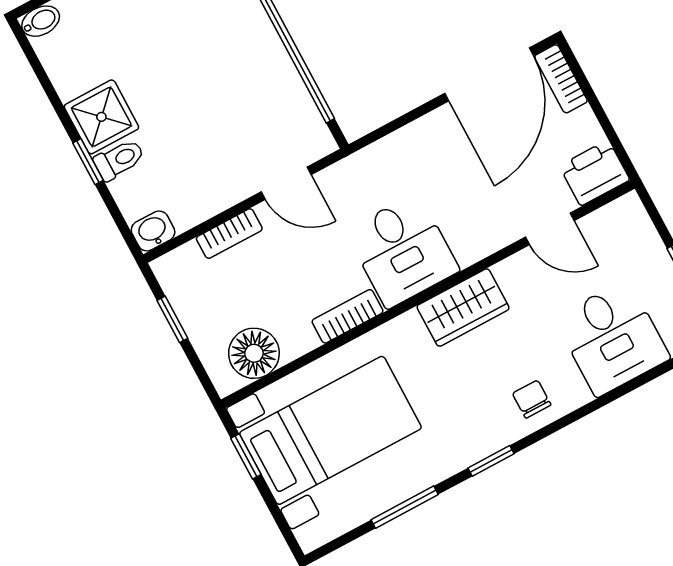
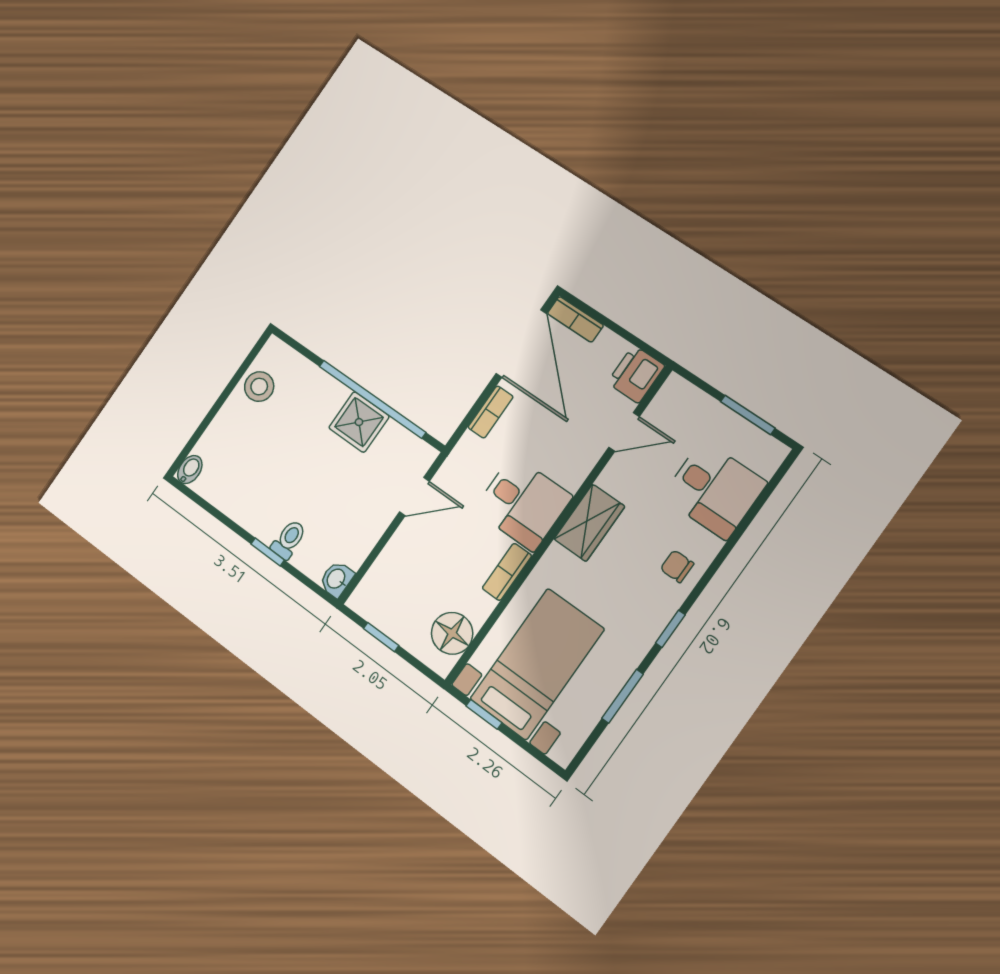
shower: (101, 117) -> (359, 422), moved
bookcase: (229, 234) -> (491, 412), moved

